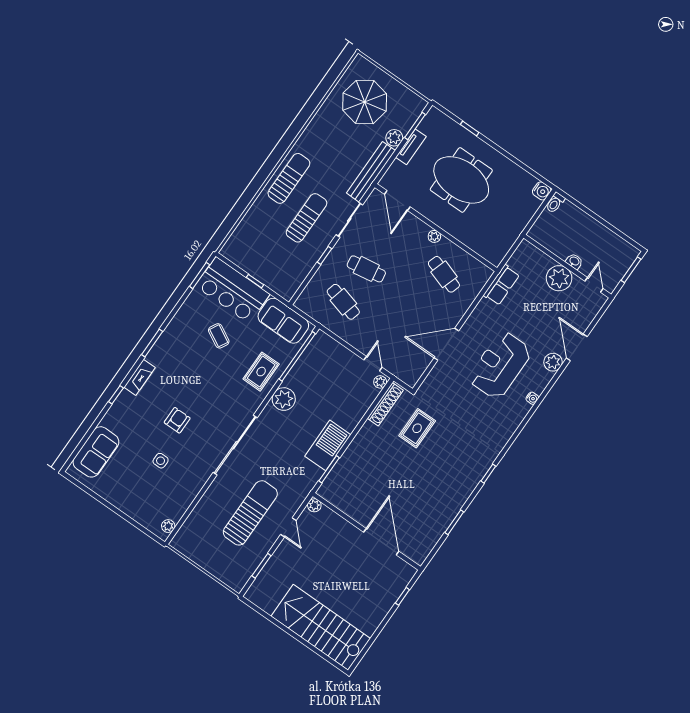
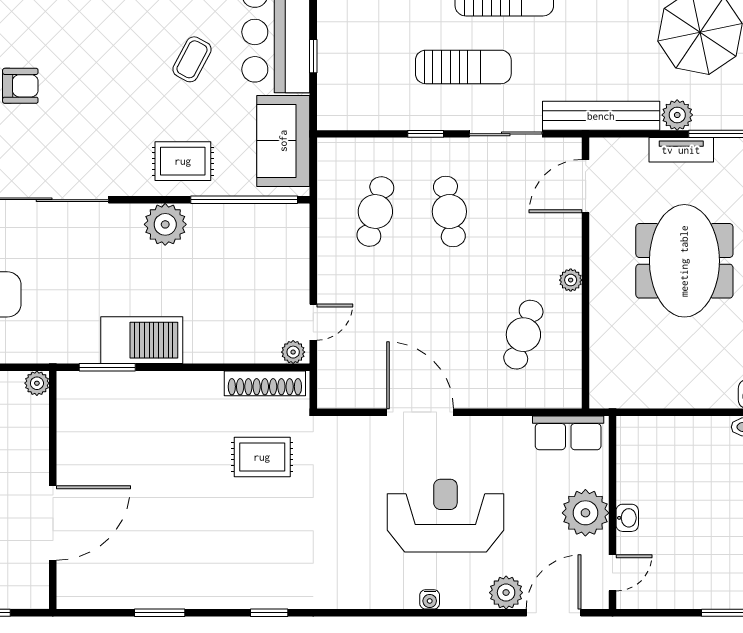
washbasin: (574, 261) -> (627, 518), moved
wall: (567, 266) -> (612, 512), moved
plant: (559, 278) -> (585, 513), moved
door: (594, 285) -> (612, 573), moved

